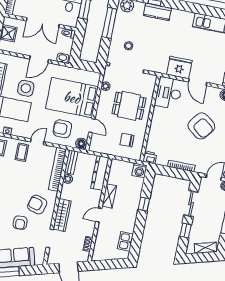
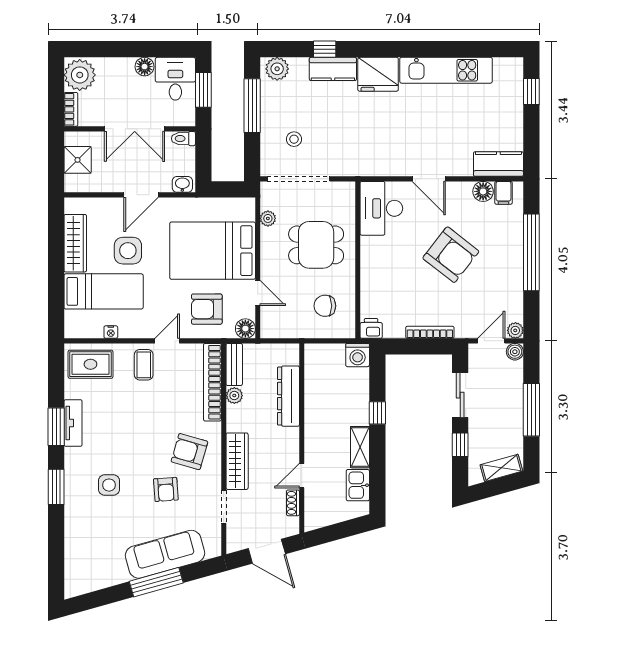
fridge: (179, 67) -> (378, 74), moved, turned 180
dresser: (100, 173) -> (288, 396), moved
shelving: (109, 196) -> (360, 447), moved
door: (99, 215) -> (302, 476), moved

